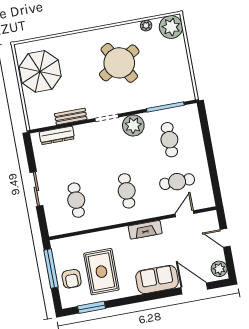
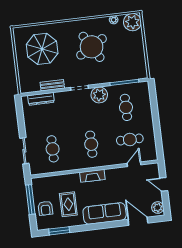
parasol: (40, 71) -> (42, 49), moved
sliding door: (36, 189) -> (24, 151), moved
fireplace: (145, 230) -> (92, 176), moved
rug: (101, 272) -> (68, 204), width x0.73, depth x0.70
sofa: (157, 279) -> (105, 213), width x1.36

